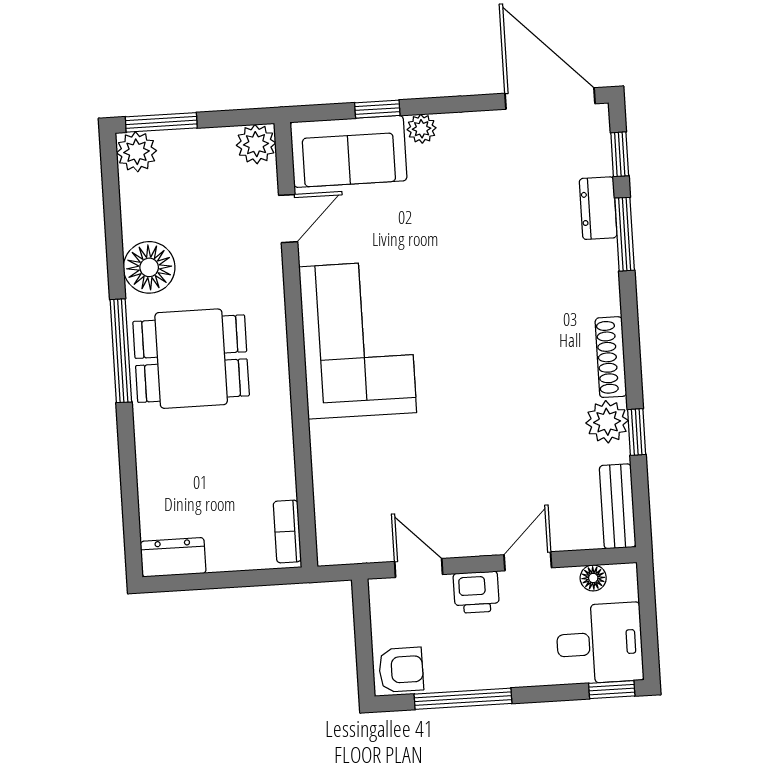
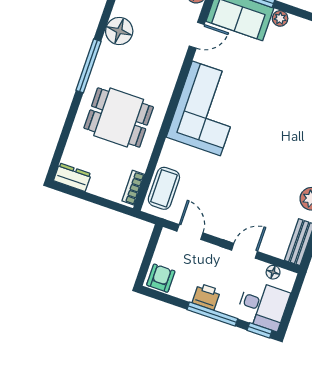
dining table: (191, 359) -> (119, 118), moved
coffee table: (341, 510) -> (164, 188), added
printer: (476, 592) -> (206, 297), moved, turned 180
armchair: (401, 670) -> (161, 278), turned -90
window: (463, 699) -> (212, 314), moved

